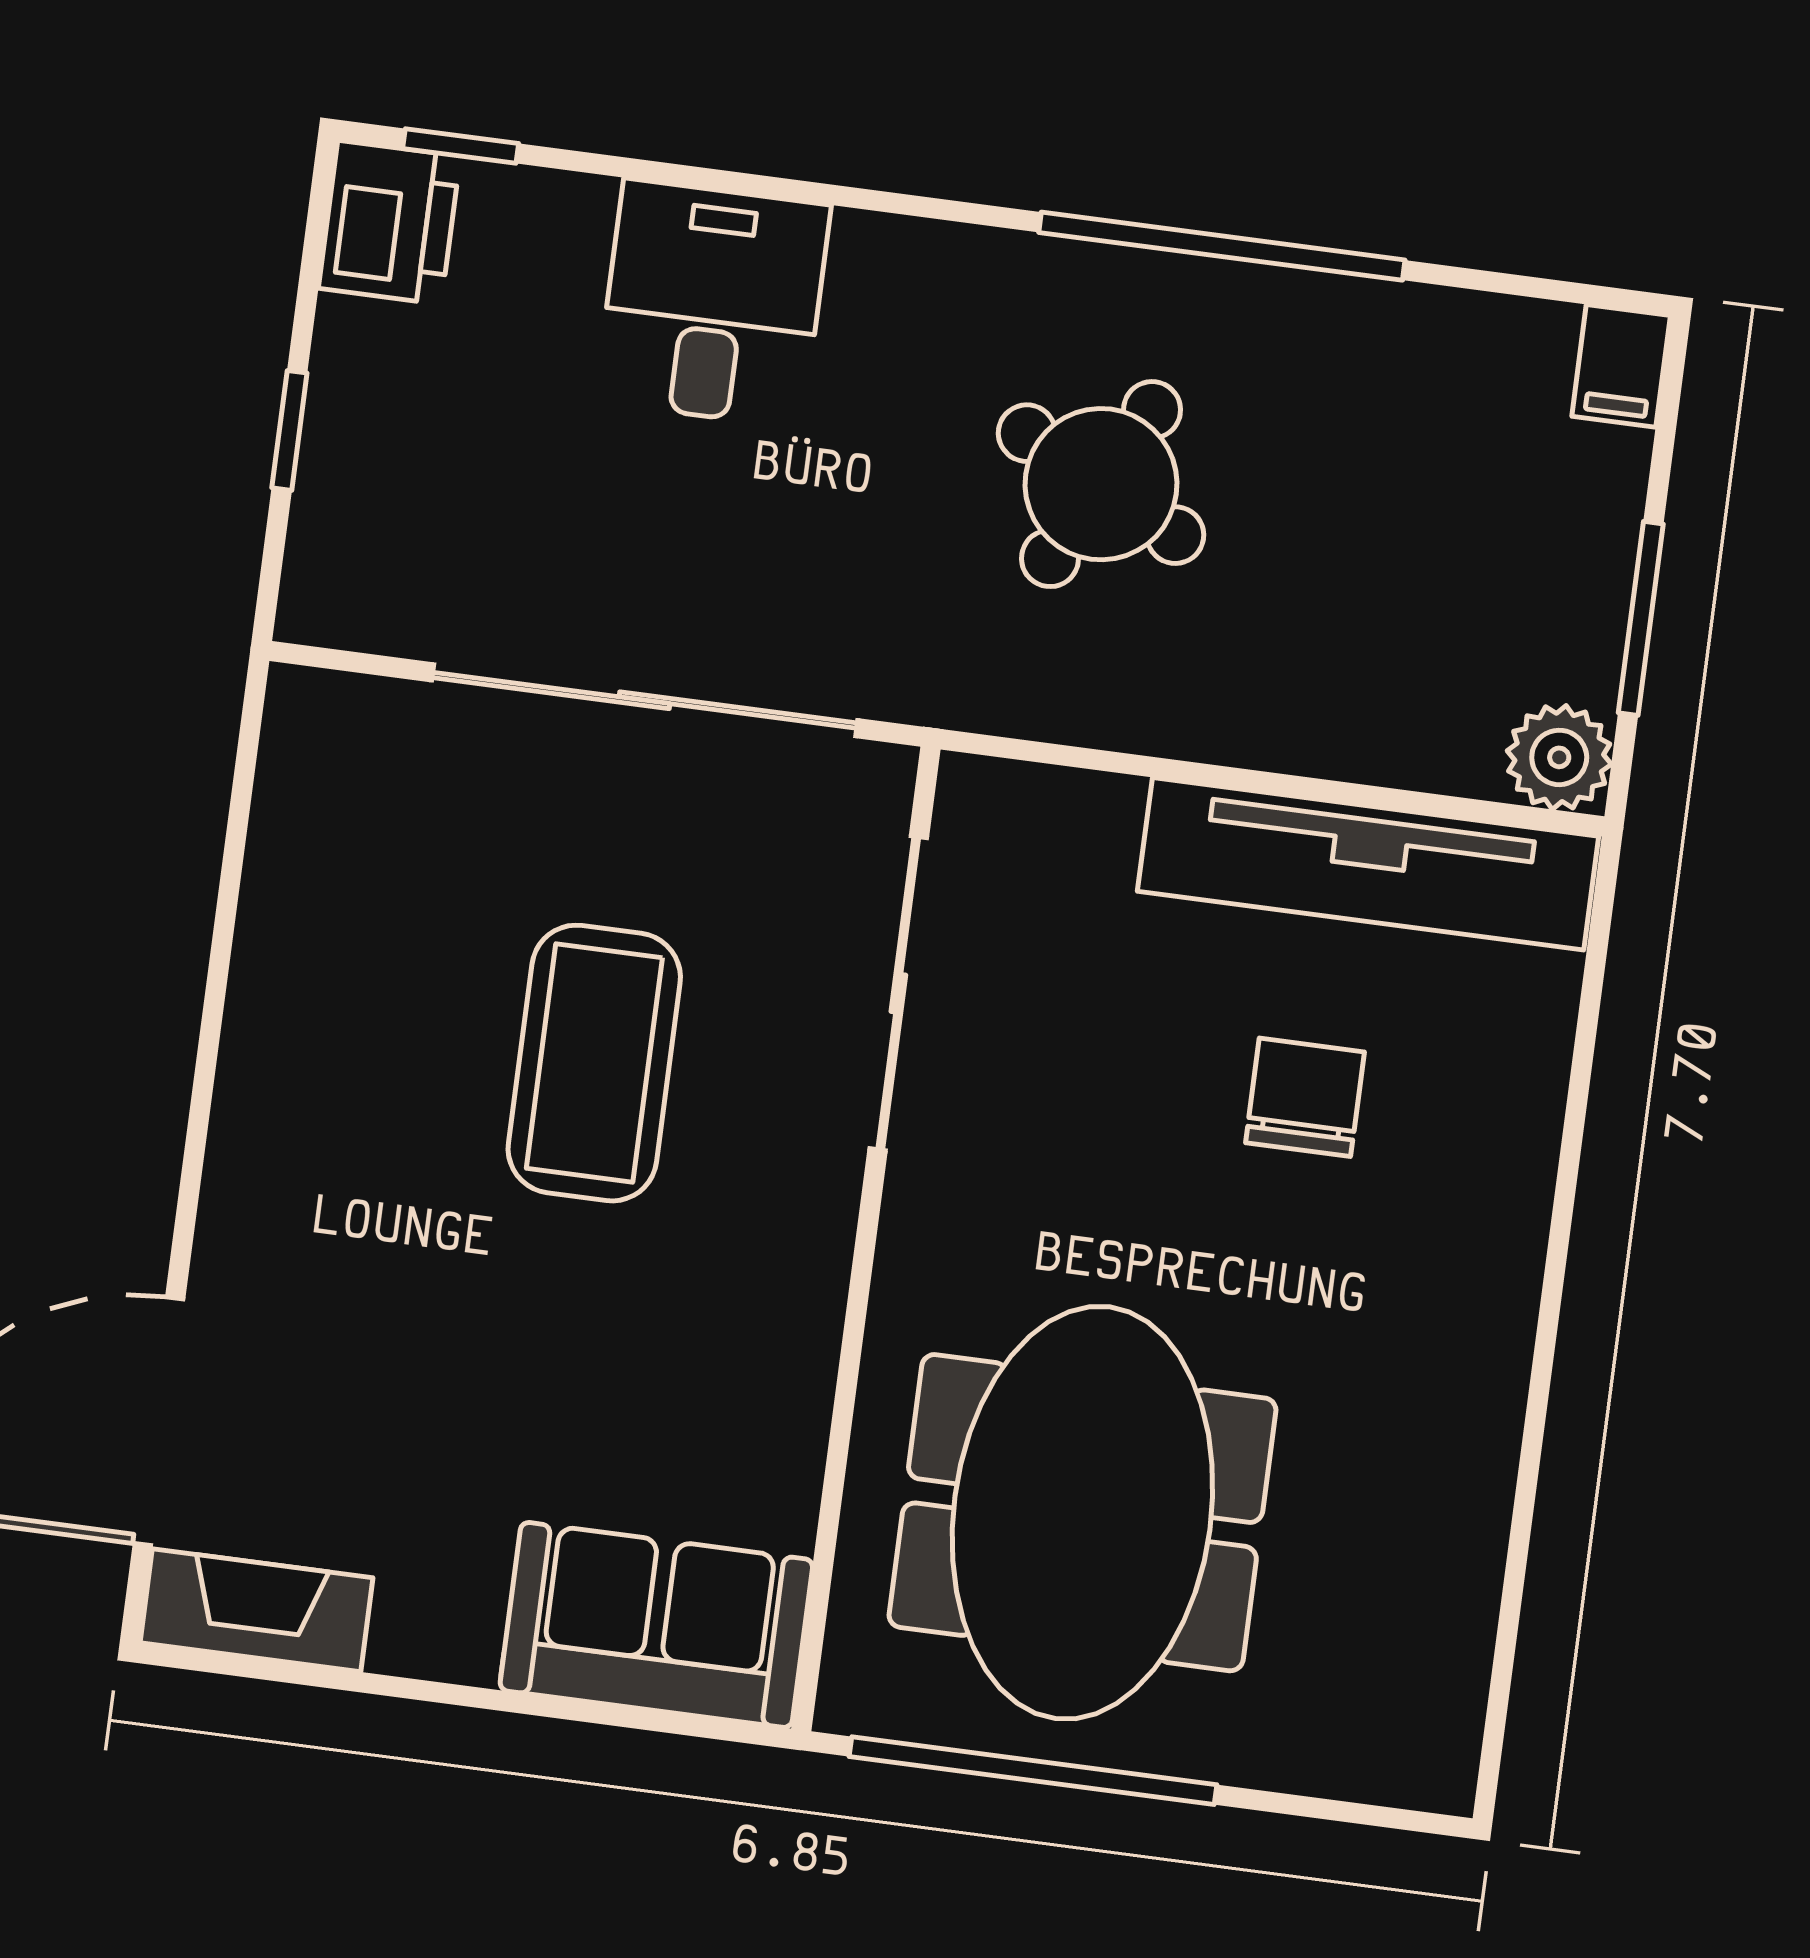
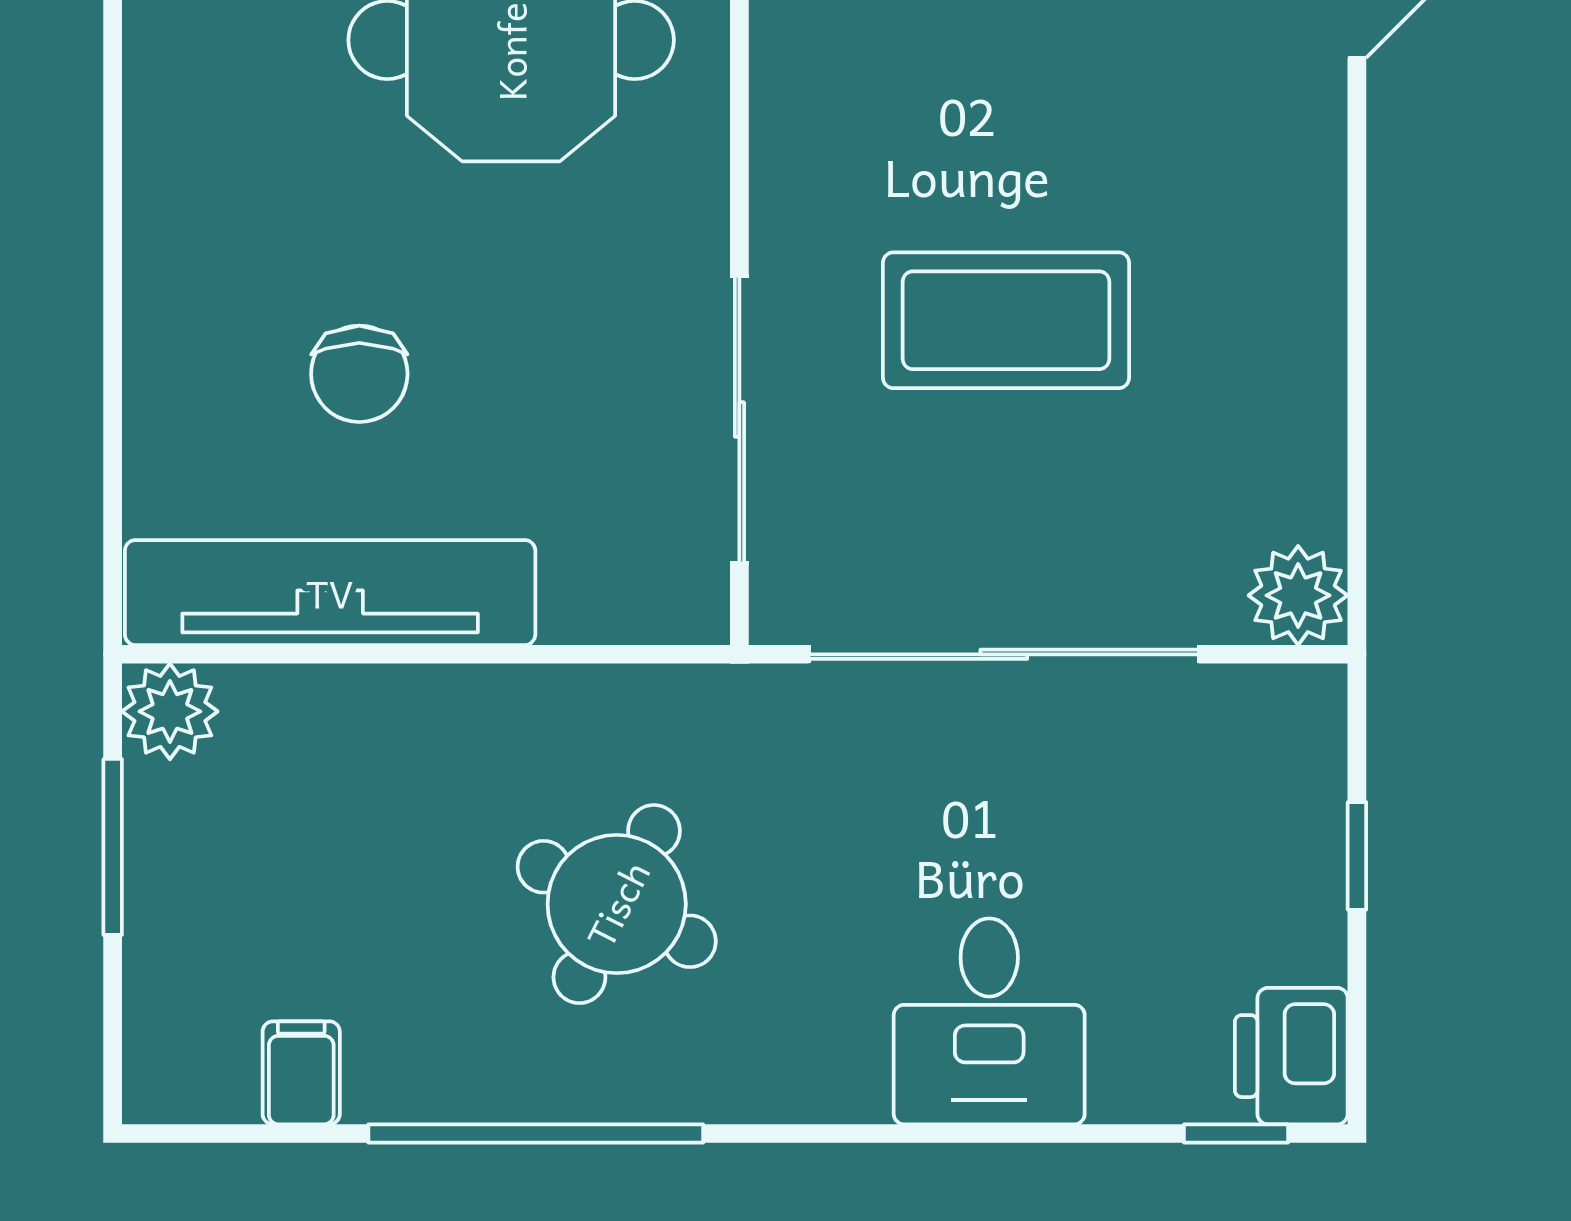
filing cabinet: (1621, 366) -> (301, 1073), moved
plant: (316, 722) -> (1298, 595), added
coffee table: (594, 1063) -> (1006, 320), turned 90

